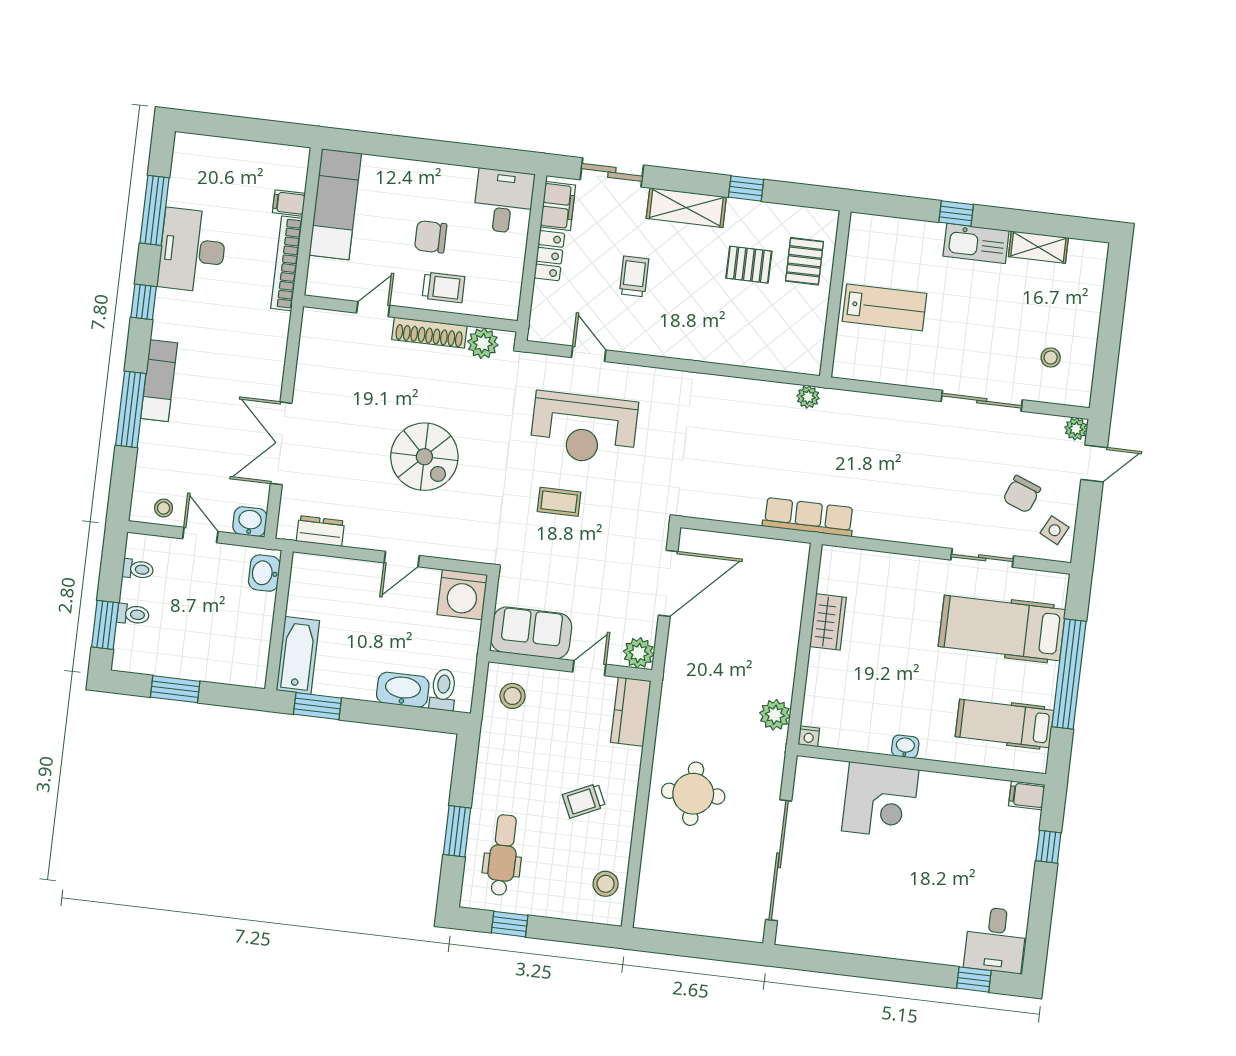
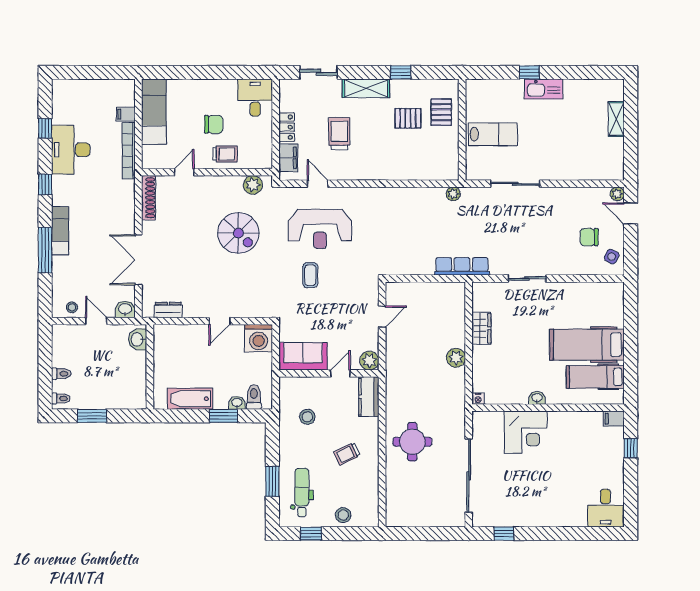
filing cabinet: (558, 206) -> (288, 158), moved
window: (155, 210) -> (45, 128), width x0.46
chair: (431, 237) -> (214, 124), turned 180
shelving: (1038, 247) -> (616, 119), moved, turned 90
trolley: (634, 276) -> (339, 134), width x1.36, depth x1.39
shoe rack: (429, 333) -> (148, 198), moved, turned -90
stool: (1051, 358) -> (597, 153), removed
sliding door: (982, 401) -> (515, 184), moved
spiral stairs: (424, 457) -> (238, 233), moved
door: (1094, 464) -> (631, 213), swing flipped
chair: (1022, 494) -> (589, 237), turned 69
coffee table: (559, 502) -> (310, 275), turned 90
sliding door: (982, 558) -> (527, 278), moved
toilet: (138, 569) -> (61, 398), moved
door: (668, 583) -> (382, 317), width x0.53
window: (105, 625) -> (45, 382), removed
hospital bed: (1002, 628) -> (587, 345), moved
bathtub: (298, 655) -> (190, 399), moved, turned -90
window: (1069, 674) -> (631, 342), removed
washbasin: (403, 690) -> (237, 403), width x0.52, depth x0.69
stool: (512, 696) -> (307, 417), moved
window: (317, 706) -> (223, 416), moved
plant: (775, 715) -> (456, 358), moved
stool: (606, 884) -> (343, 515), moved
window: (974, 979) -> (504, 534), moved

